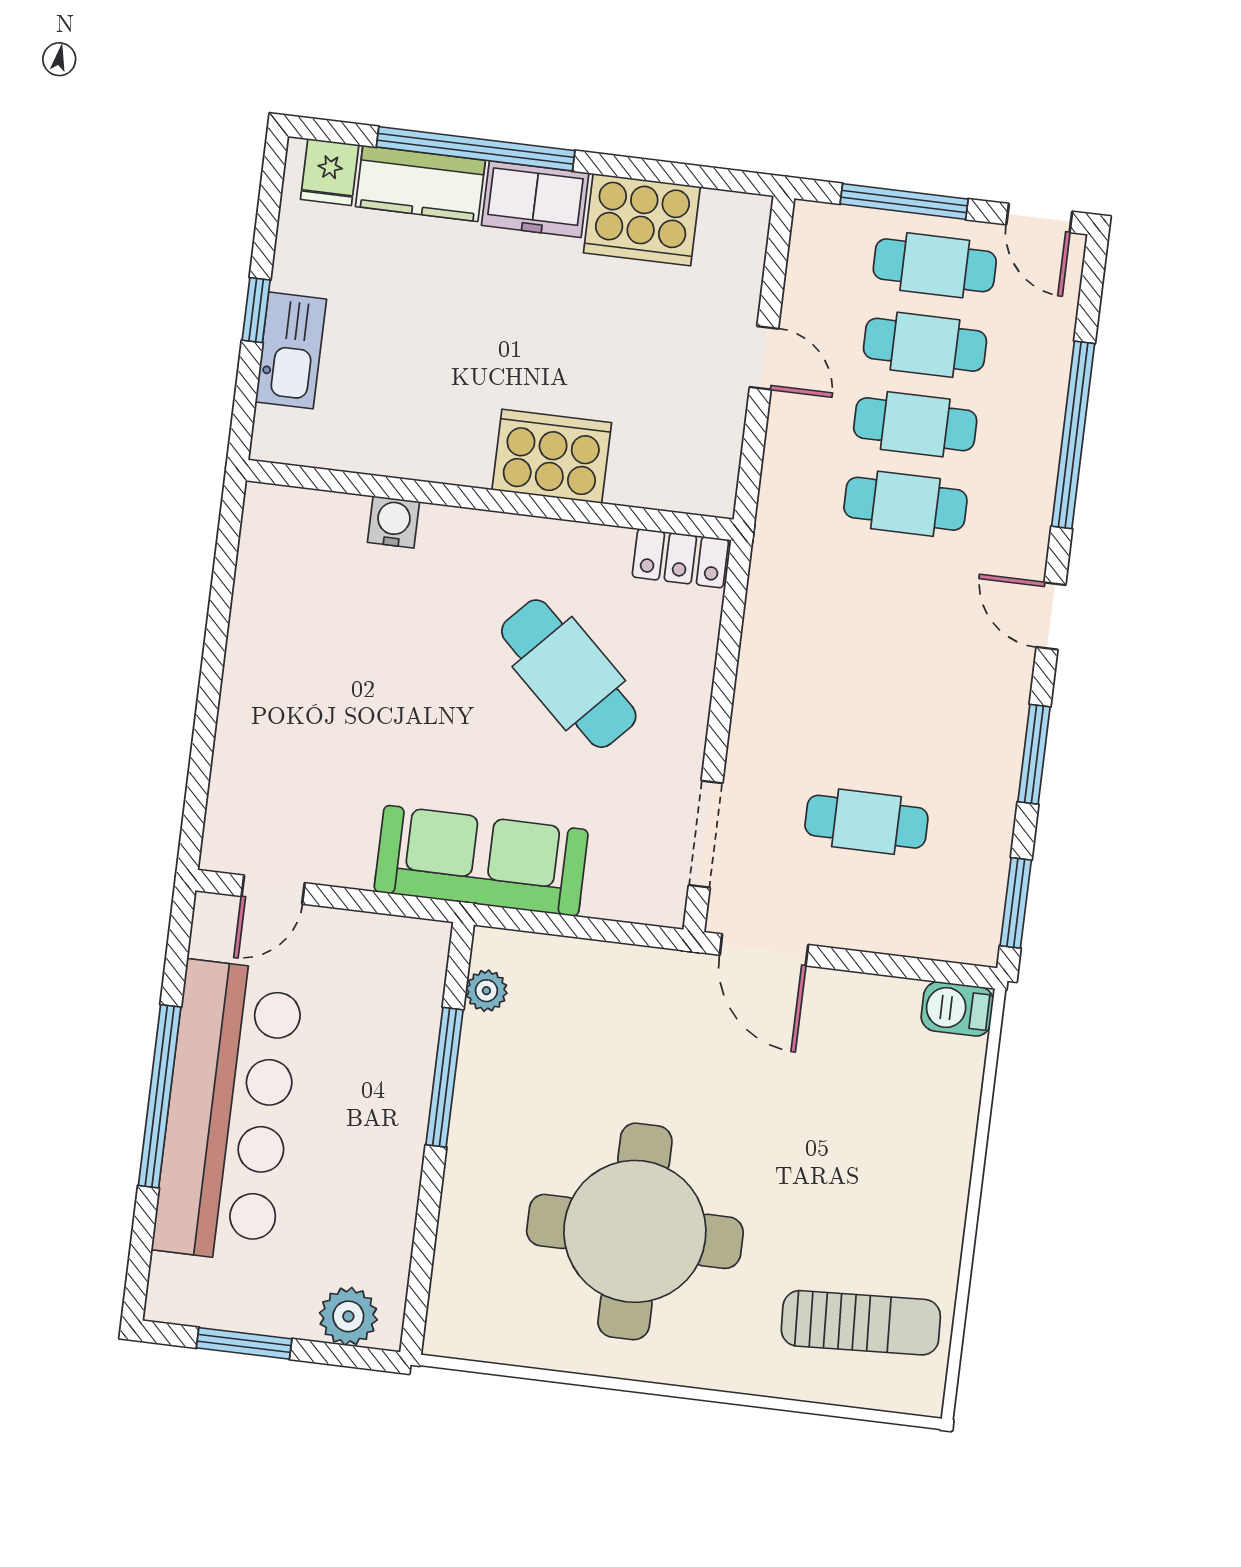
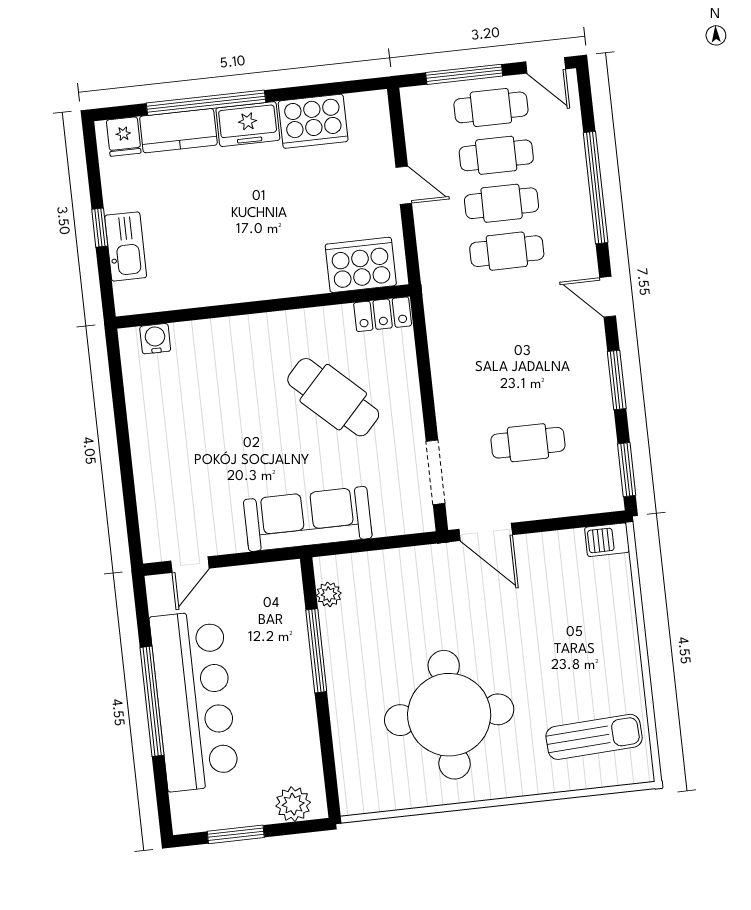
cooker: (552, 456) -> (361, 265), moved
water cooler: (393, 522) -> (155, 339), moved

